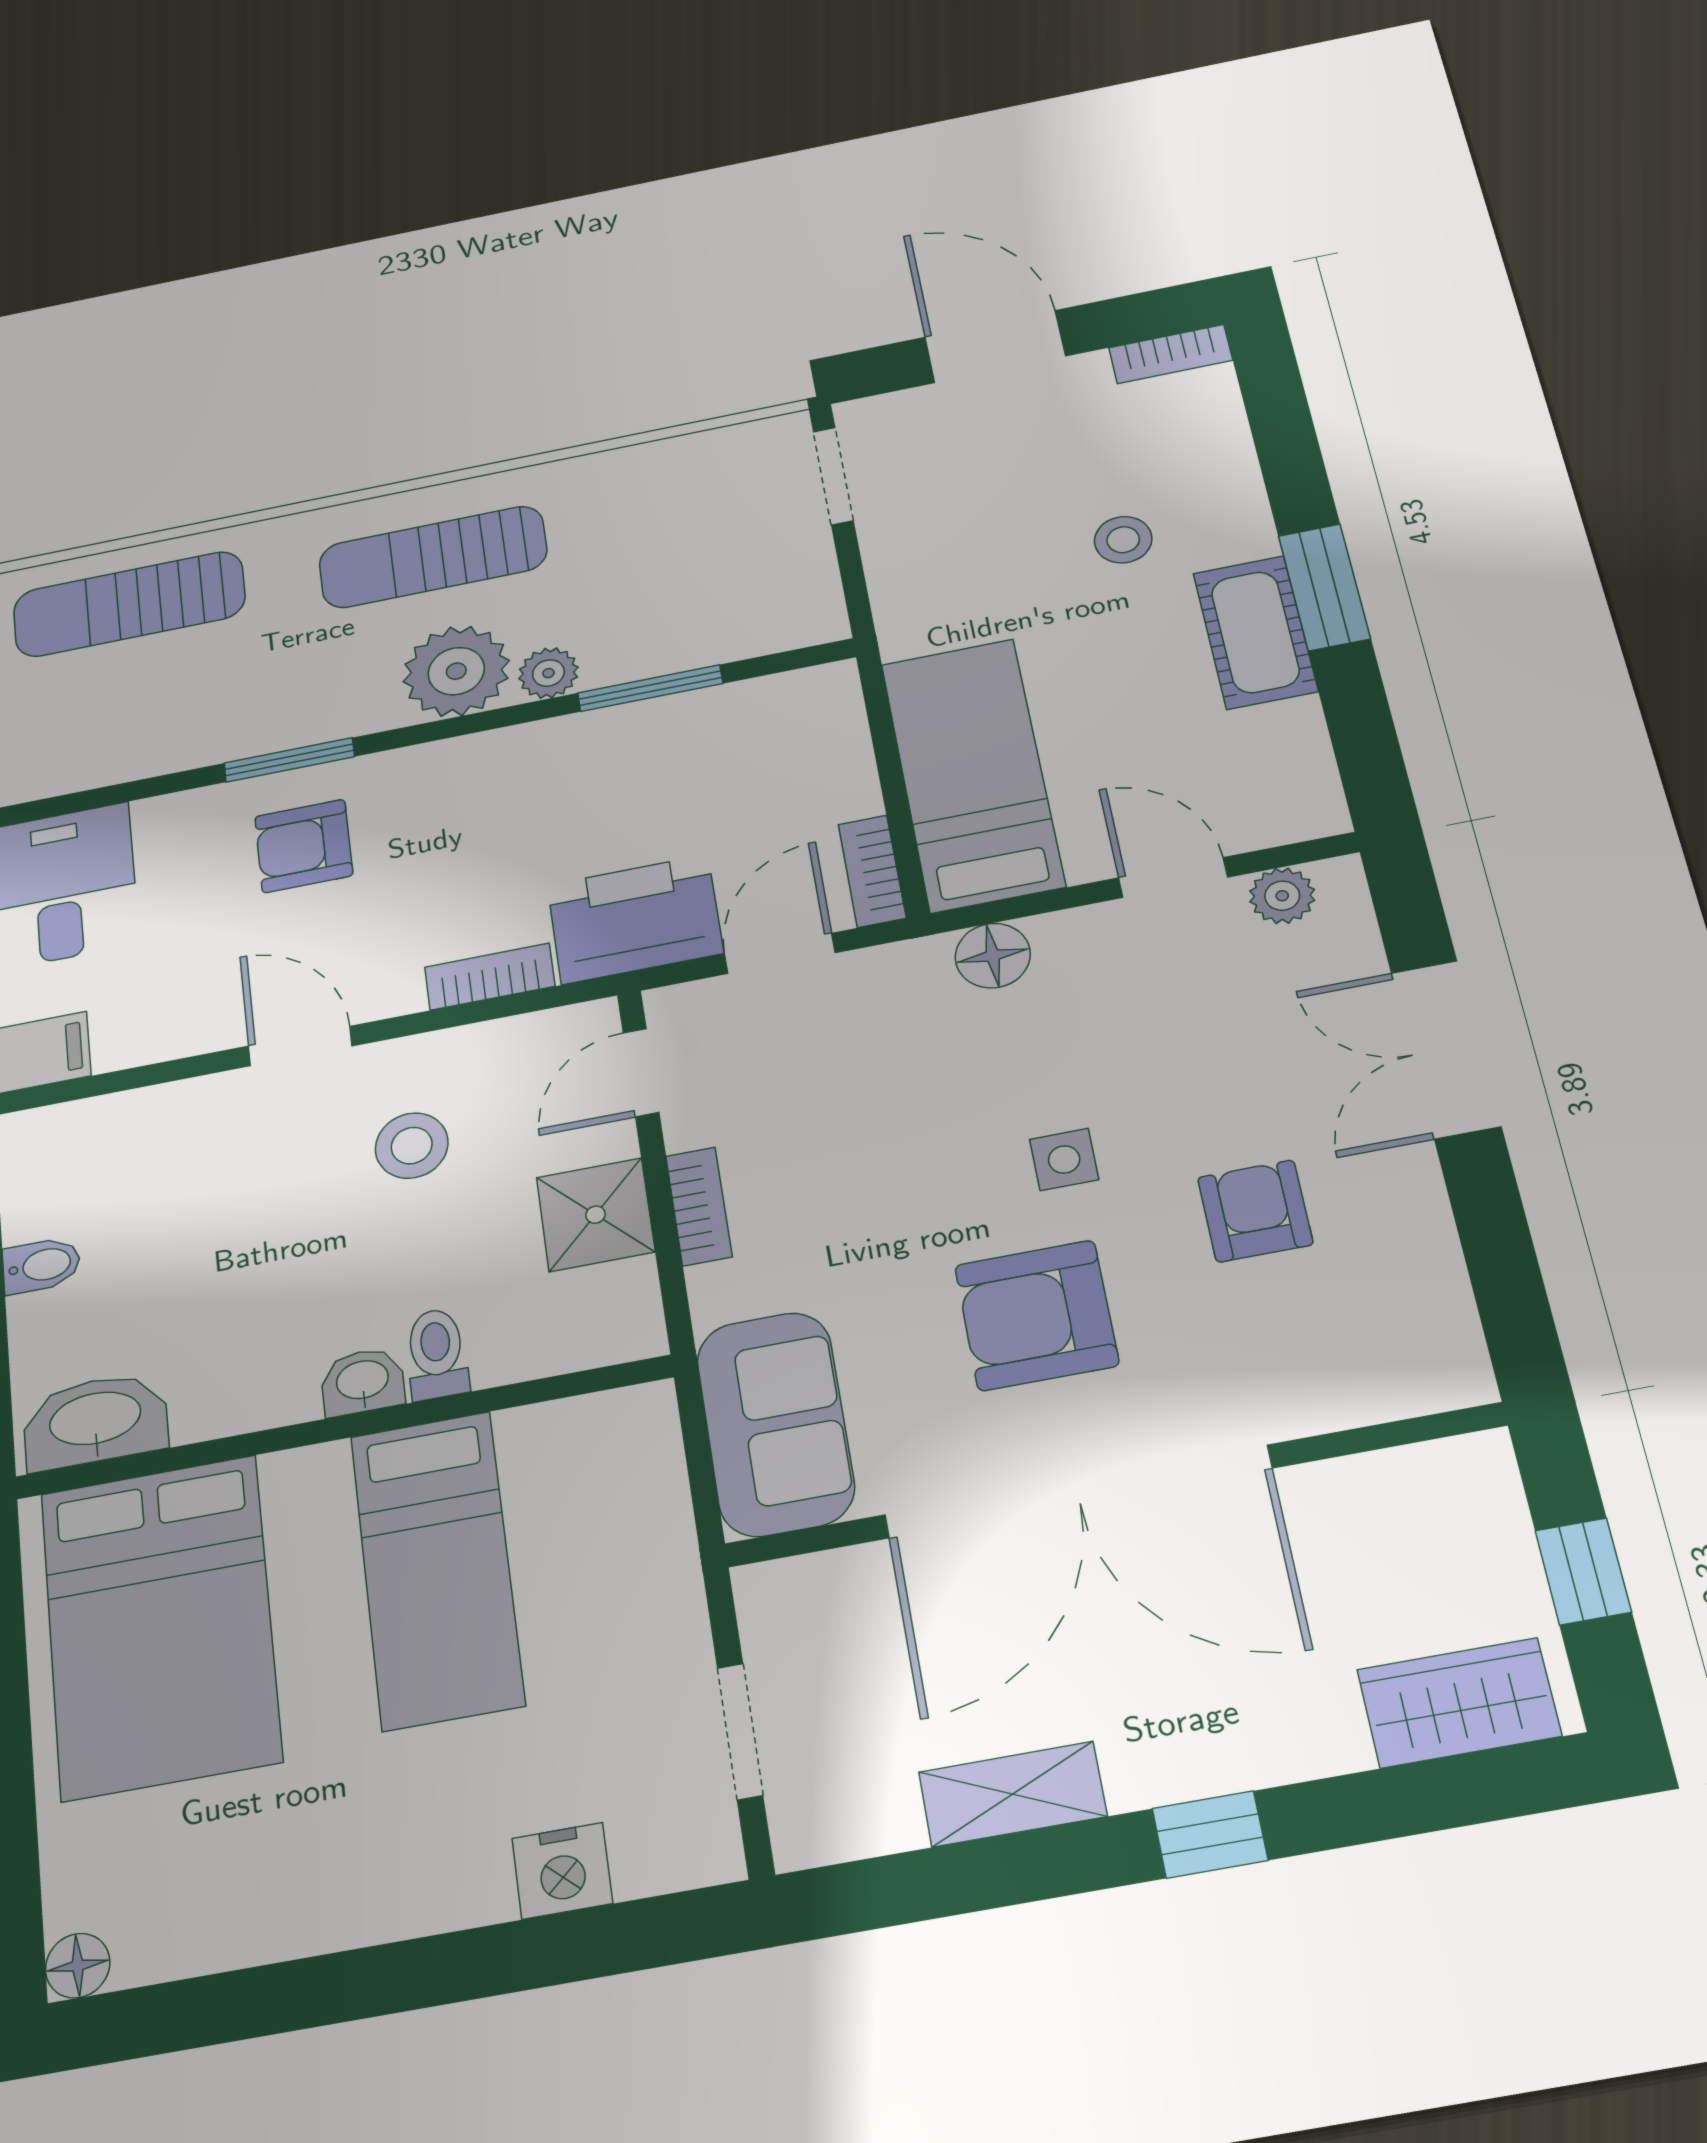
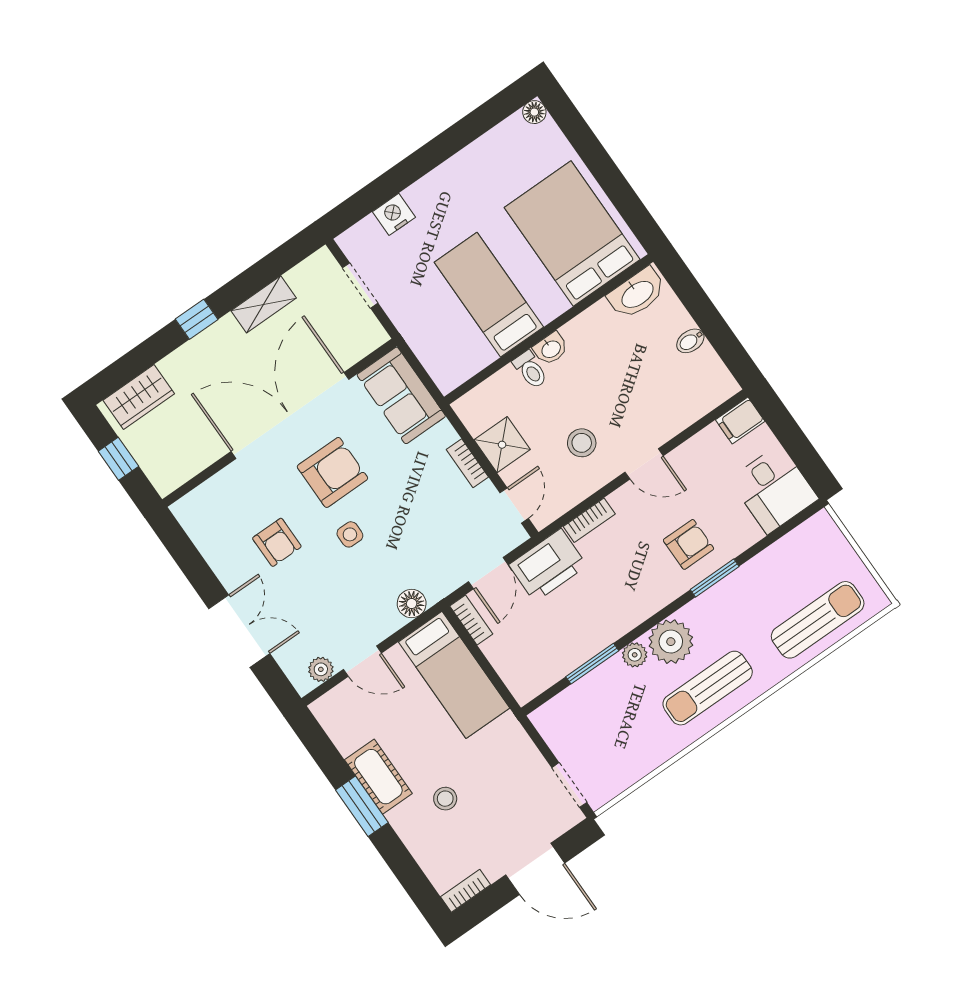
sun lounger: (433, 557) -> (708, 688), turned 180

